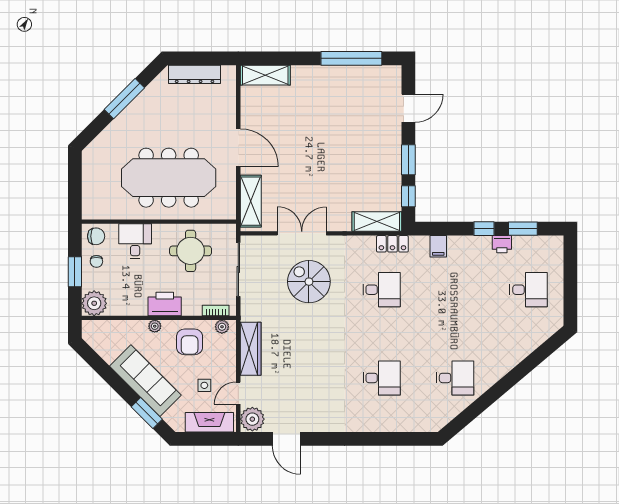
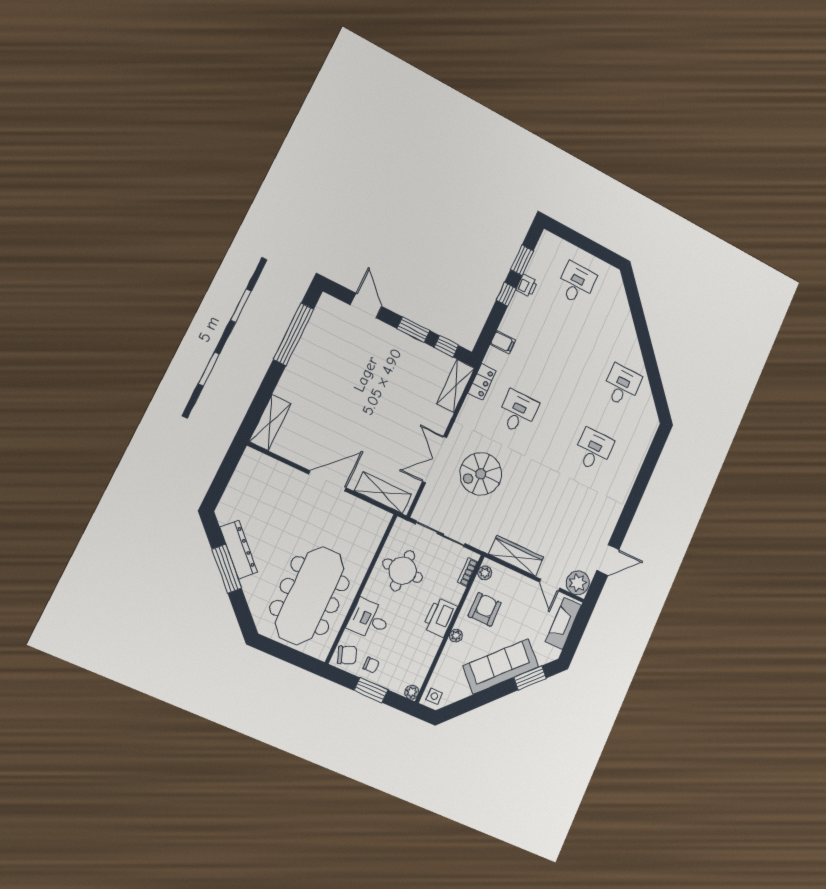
dresser: (195, 74) -> (239, 550), moved, turned -45
meeting table: (169, 178) -> (310, 596), moved
chair: (96, 236) -> (347, 655), turned 69
plant: (94, 303) -> (412, 692), width x0.53, depth x0.53
armchair: (190, 342) -> (485, 609), turned -90
side table: (204, 385) -> (434, 696), moved

